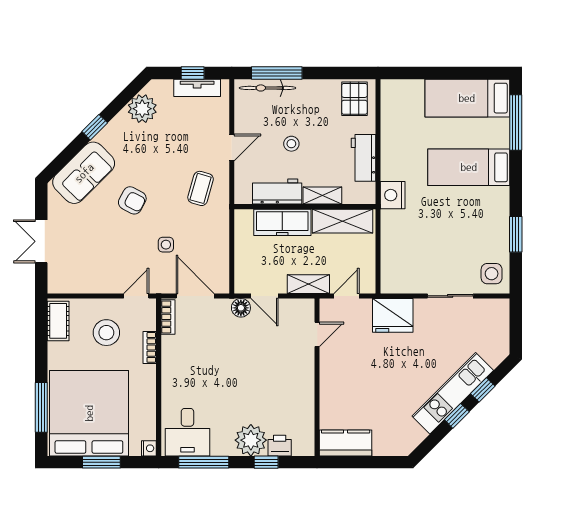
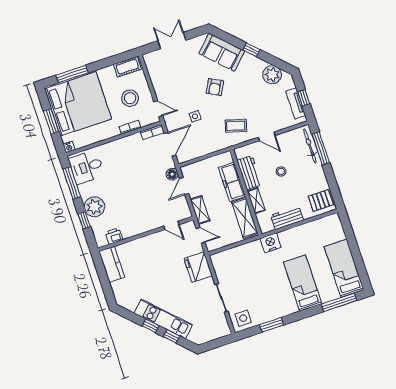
printer: (280, 446) -> (114, 236), moved, turned -90

